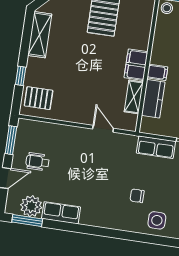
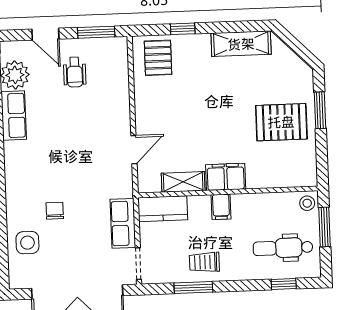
kitchen counter: (153, 99) -> (163, 209), moved
wheelchair: (37, 162) -> (75, 72), turned 180

